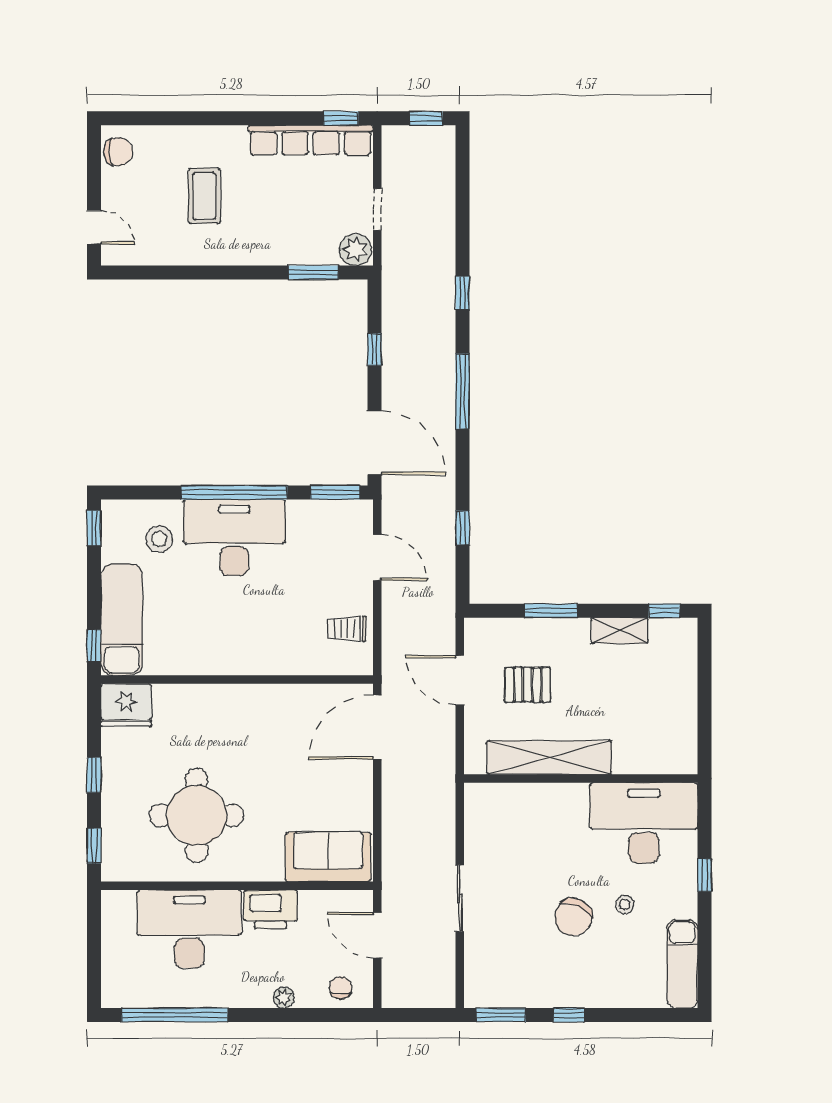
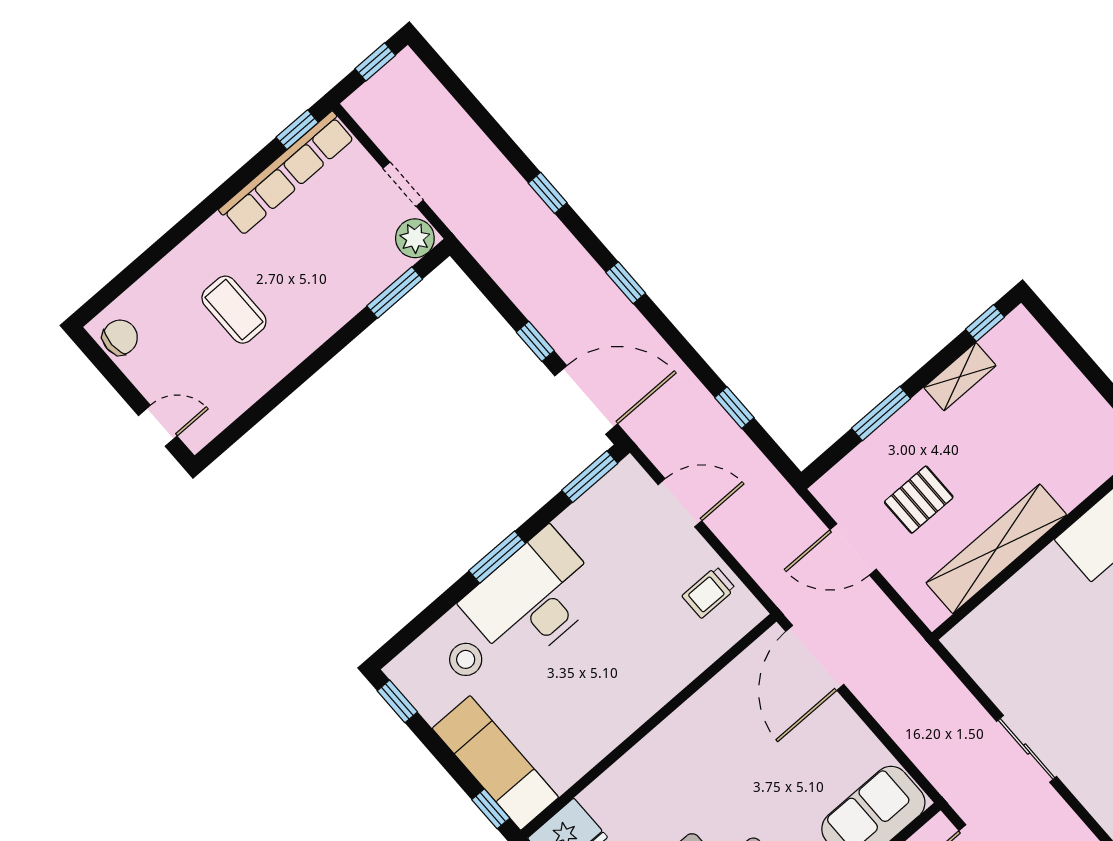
window: (374, 350) -> (535, 341), moved
window: (462, 391) -> (626, 283), width x0.46
window: (234, 492) -> (497, 557), width x0.47

